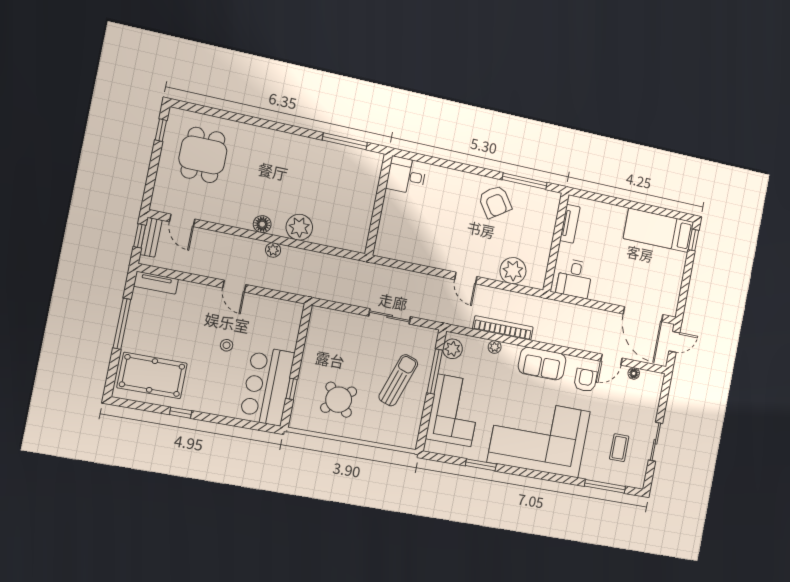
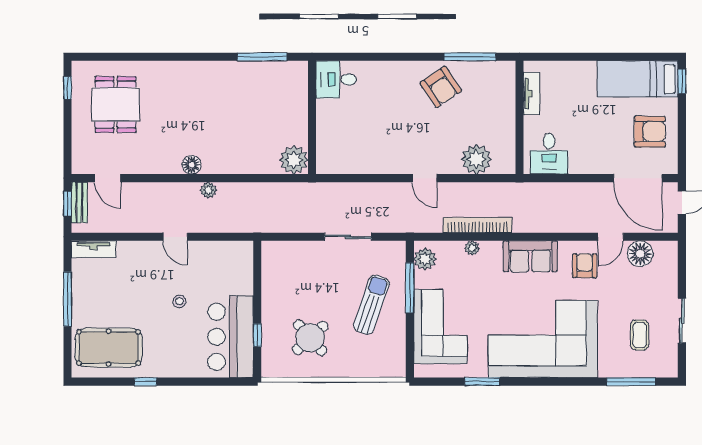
plant: (299, 227) -> (294, 160), moved
armchair: (660, 277) -> (650, 132), added
floor lamp: (634, 373) -> (640, 254), width x1.89, depth x1.89

